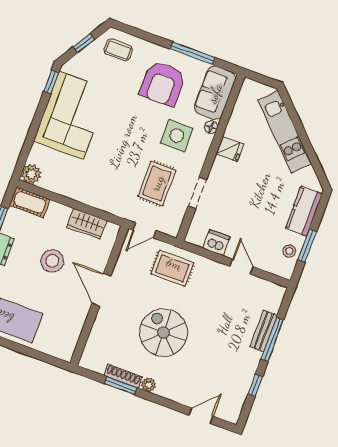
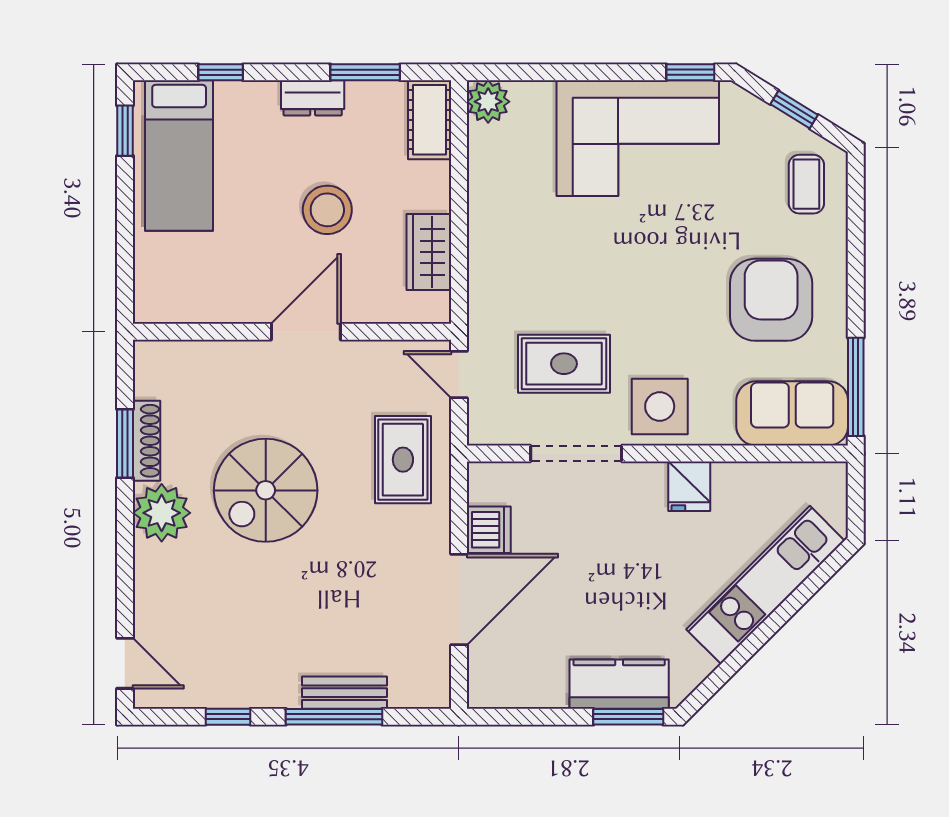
window: (193, 53) -> (856, 387), moved
armchair: (162, 84) -> (771, 300), turned 90
floor lamp: (211, 127) -> (719, 432), removed
side table: (177, 136) -> (660, 406), moved
doorway: (197, 193) -> (576, 454), width x1.38
window: (307, 246) -> (628, 717), moved
stool: (289, 251) -> (527, 684), removed
door: (242, 267) -> (459, 599), width x1.88
spiral stairs: (163, 333) -> (266, 490), turned 180
plant: (149, 385) -> (162, 513), width x1.88, depth x1.88
door: (201, 416) -> (125, 663), moved

